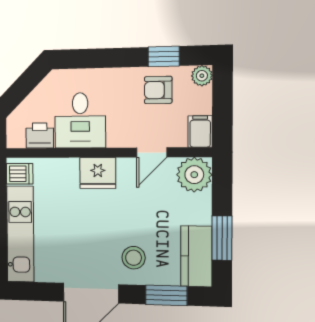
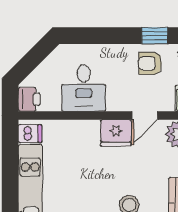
printer: (40, 136) -> (29, 99), moved, turned 90
fridge: (98, 173) -> (116, 133), moved

